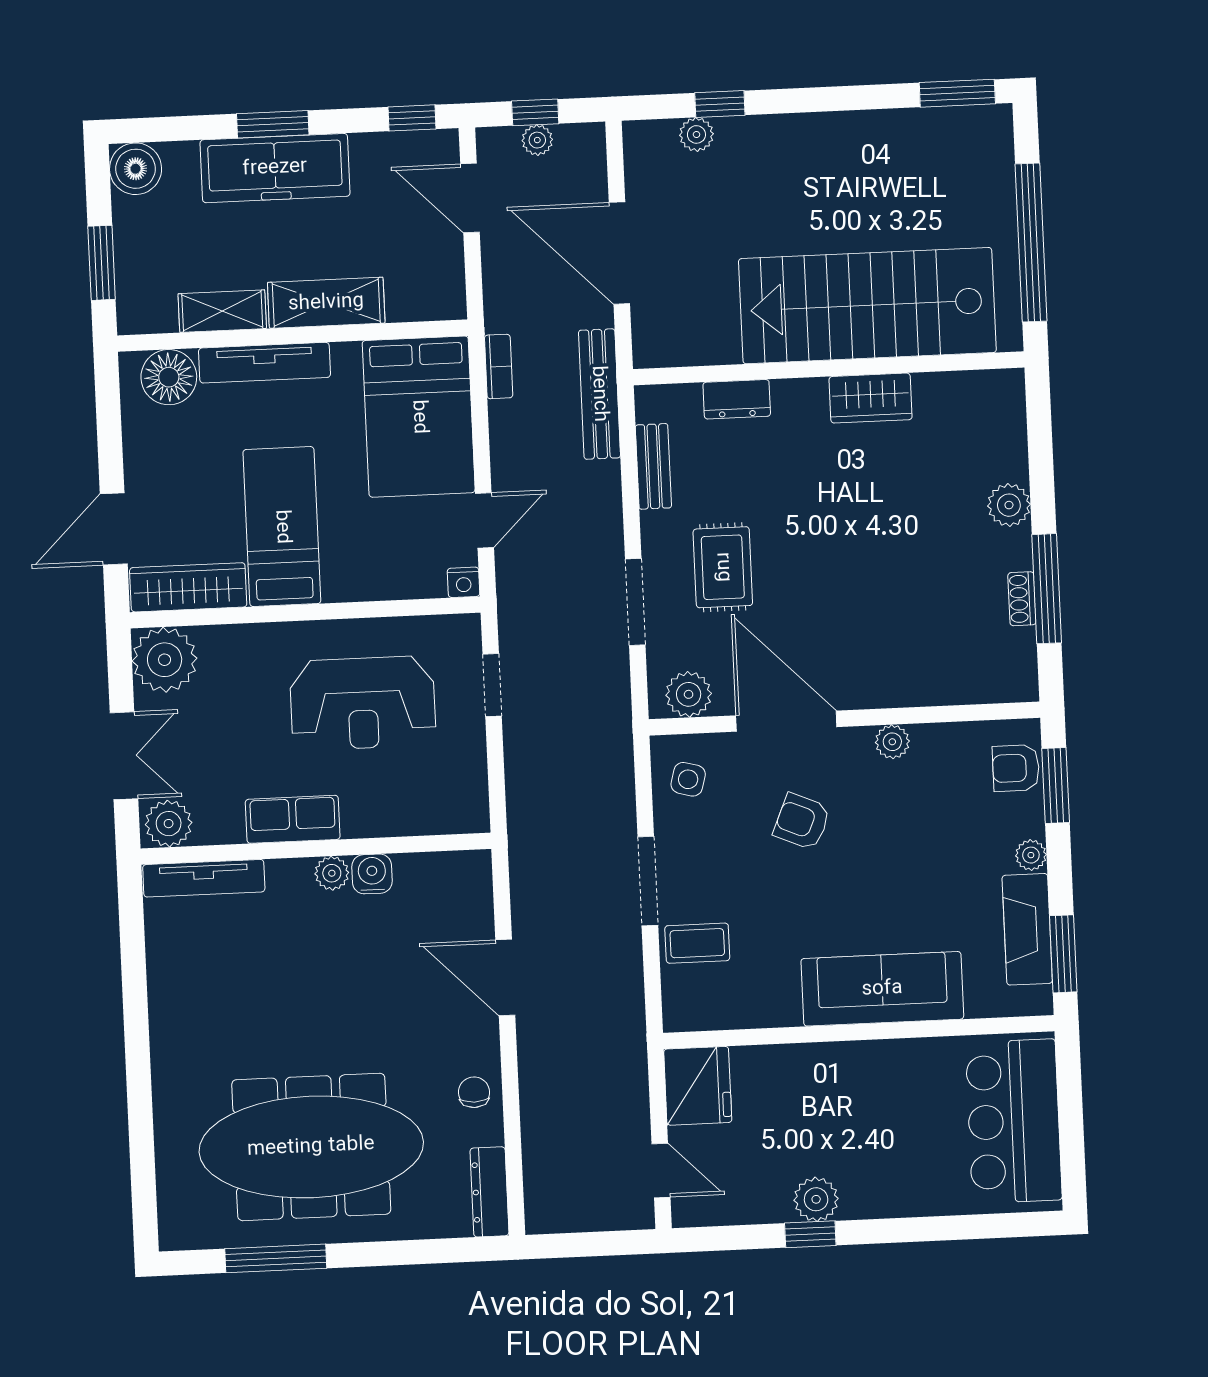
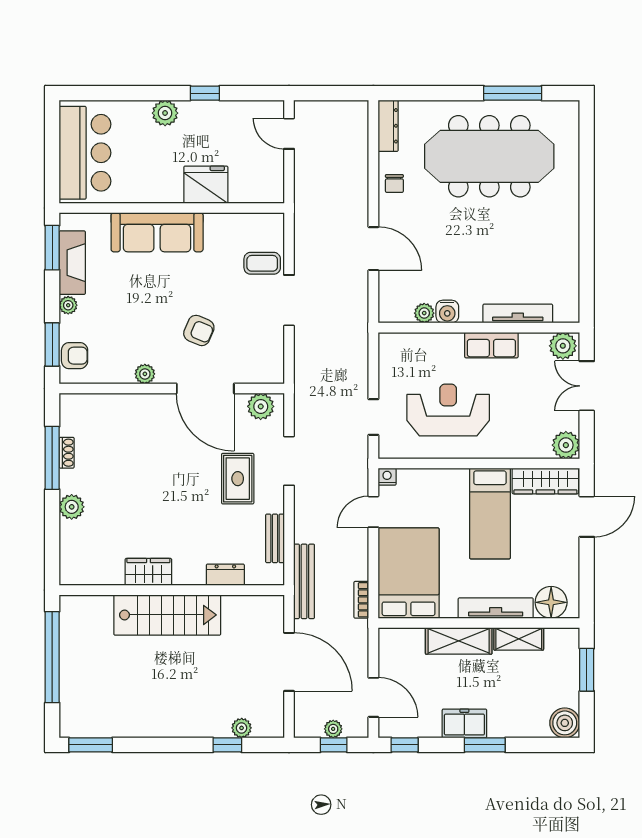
freezer: (275, 168) -> (464, 723), width x0.52, depth x0.79
stairs: (867, 306) -> (167, 615), width x0.73, depth x0.66
plant: (165, 660) -> (566, 445), width x0.73, depth x0.73
side table: (688, 779) -> (263, 358), removed
plant: (332, 873) -> (424, 313), moved
tv unit: (204, 878) -> (518, 313), moved
fridge: (698, 1086) -> (206, 185), moved, turned 90
plant: (816, 1199) -> (165, 113), moved

